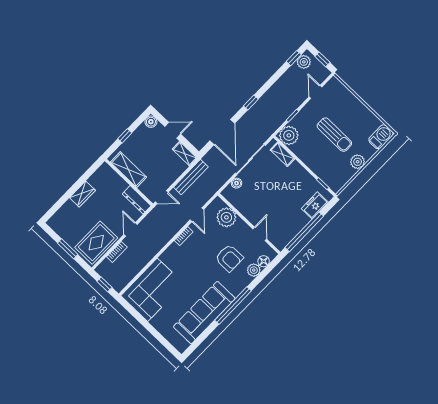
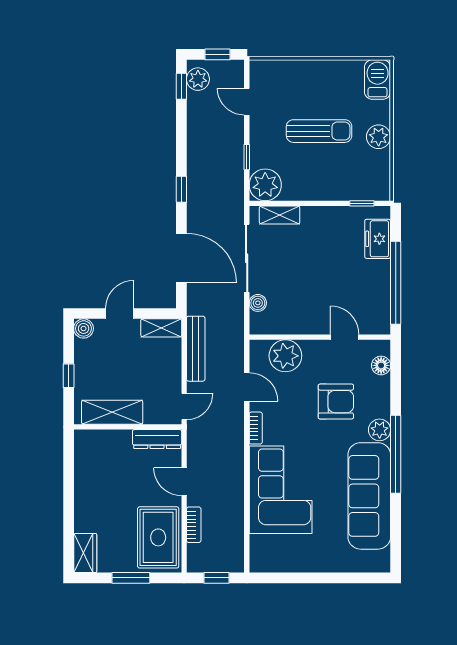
wardrobe: (82, 194) -> (85, 553), moved
plant: (254, 270) -> (380, 430), moved
corner sofa: (152, 290) -> (281, 490), moved

